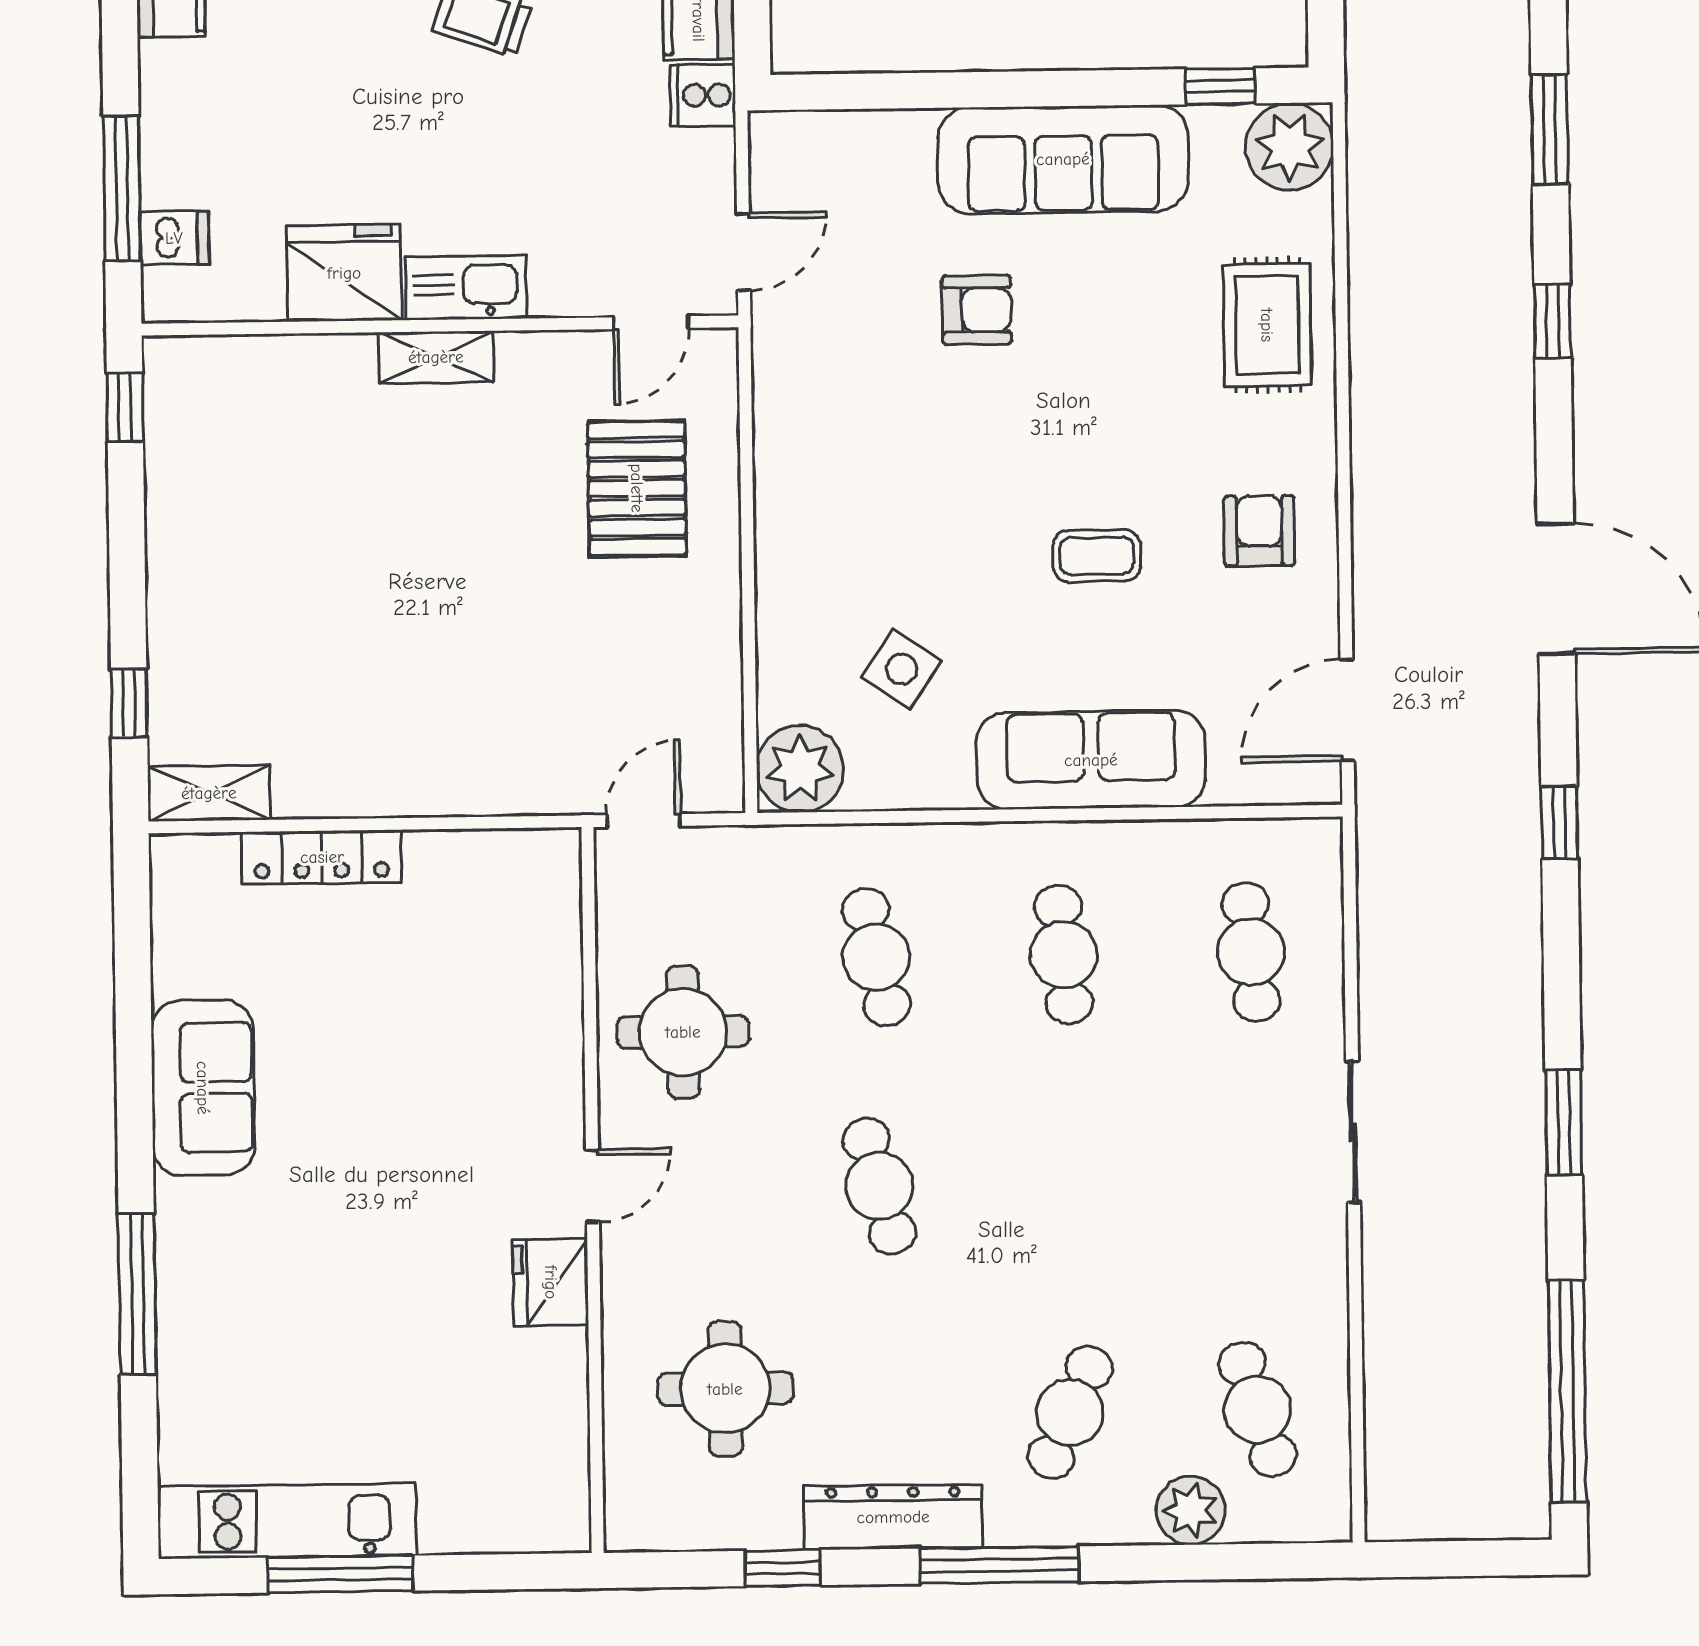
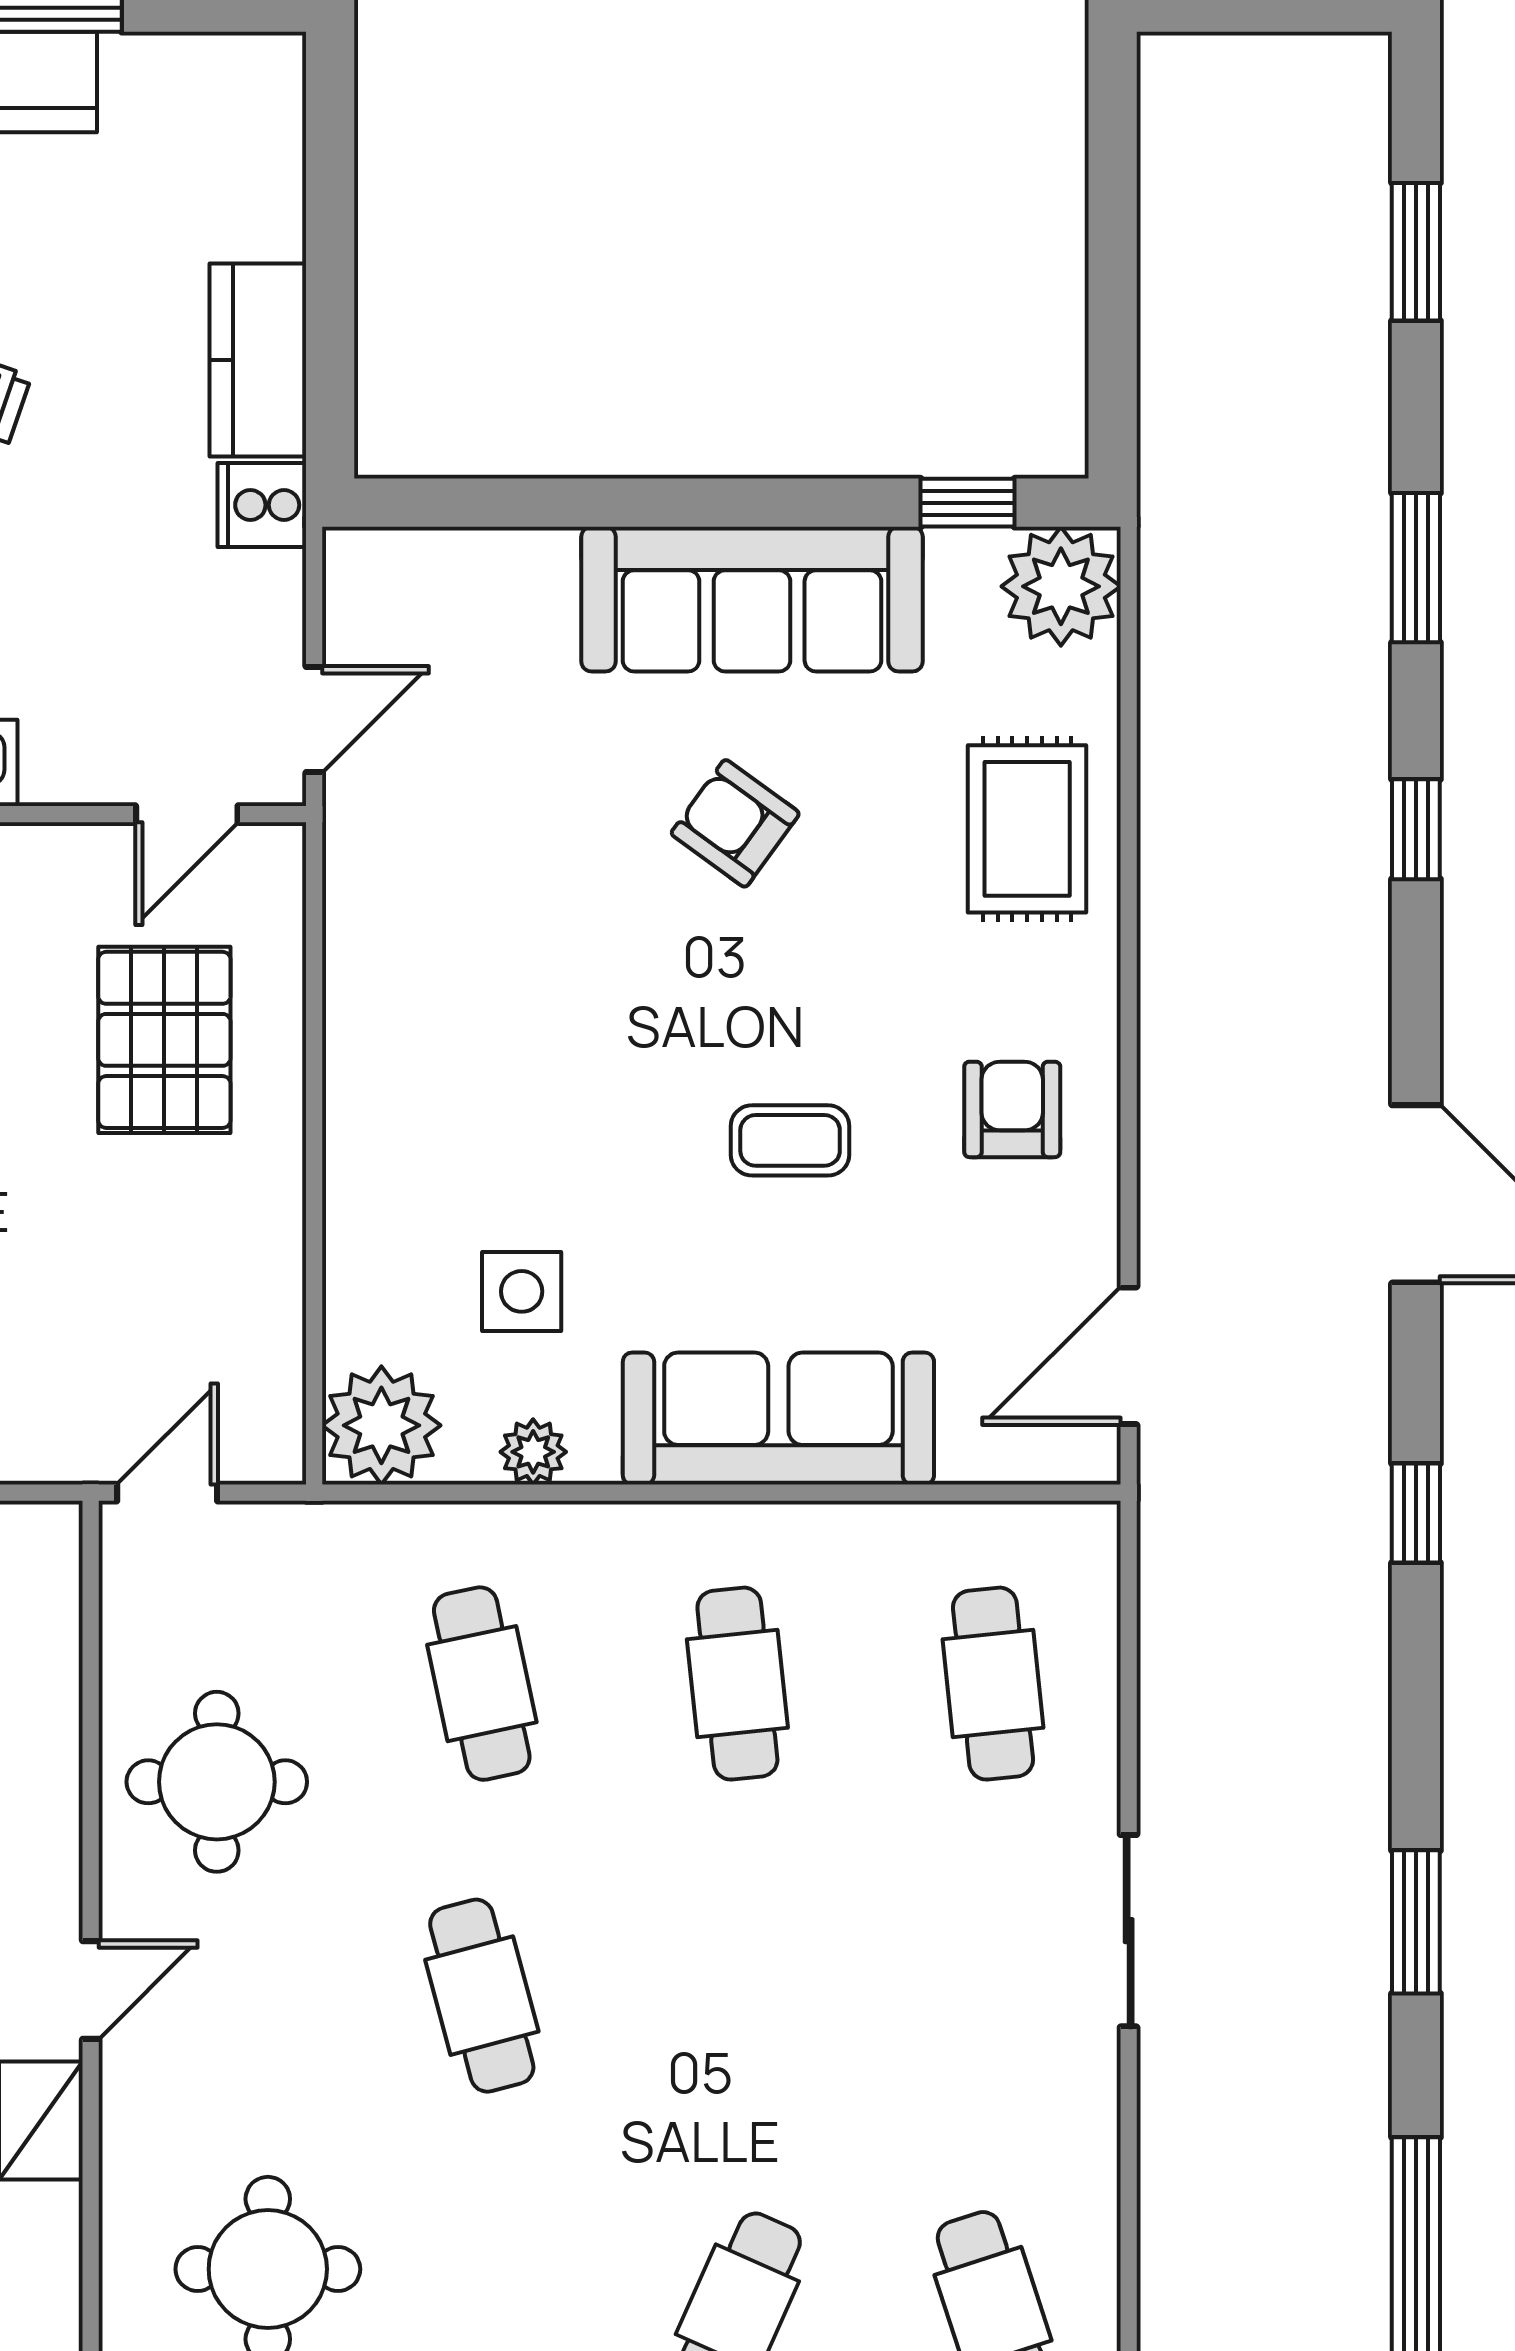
armchair: (977, 310) -> (735, 823), moved, turned -144
side table: (901, 669) -> (522, 1291), turned -34
plant: (912, 787) -> (533, 1452), added

